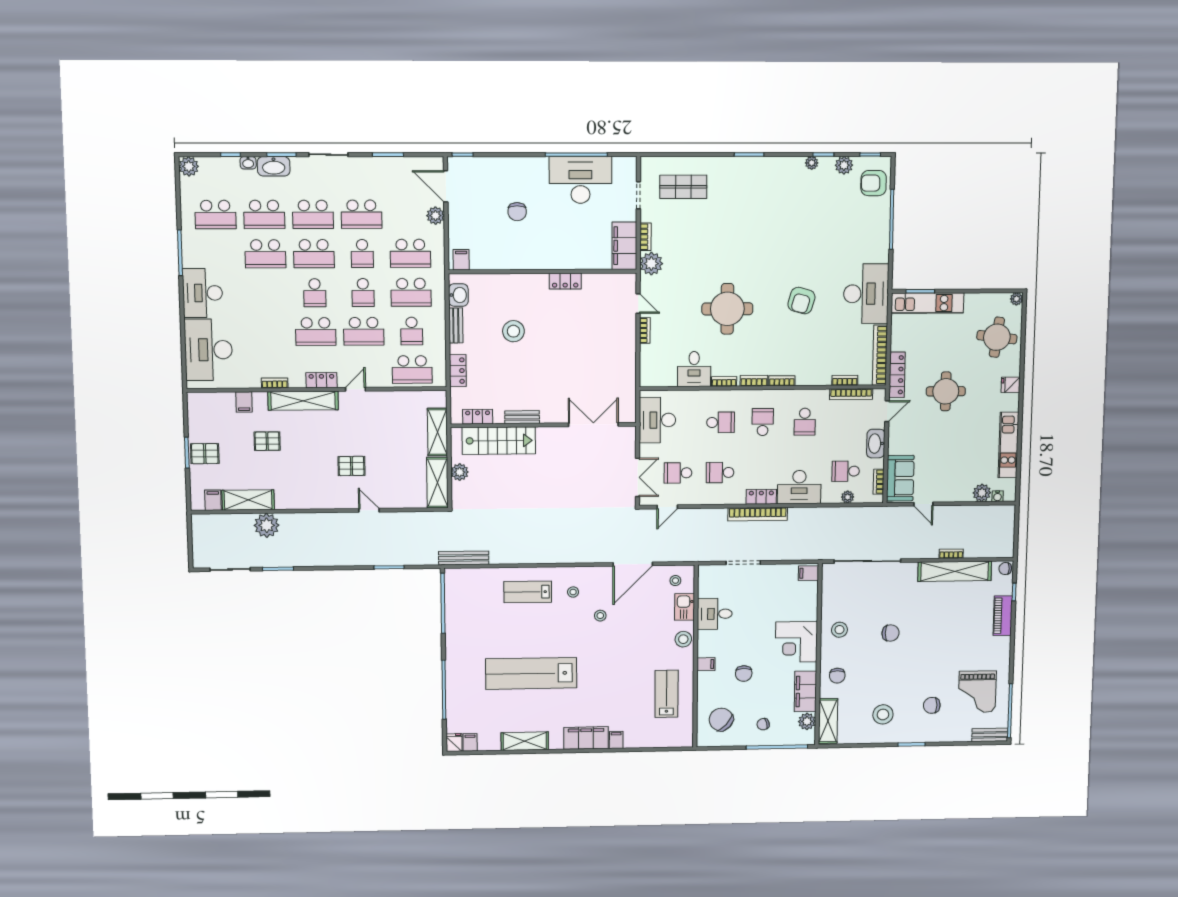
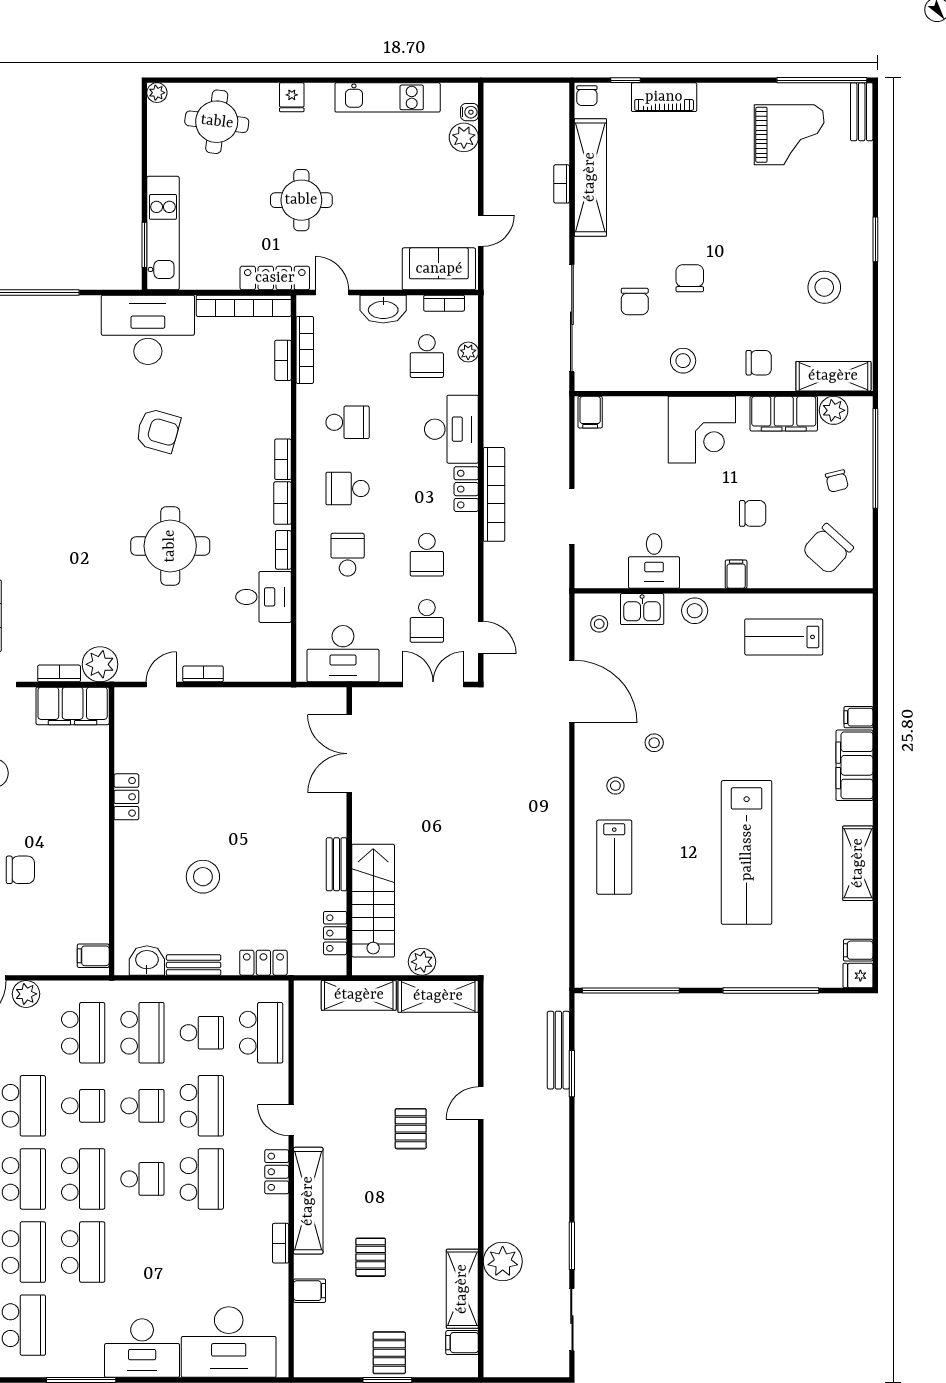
bench: (464, 558) -> (558, 1050), moved
chair: (932, 705) -> (635, 302), moved

